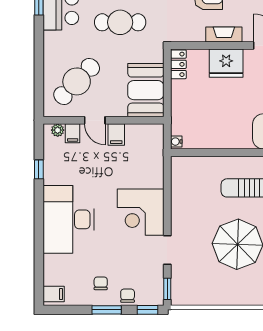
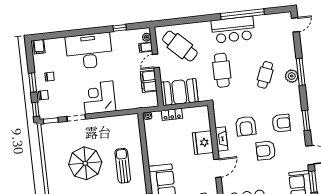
locker: (178, 64) -> (172, 114), moved
filing cabinet: (116, 135) -> (149, 81), width x2.00

